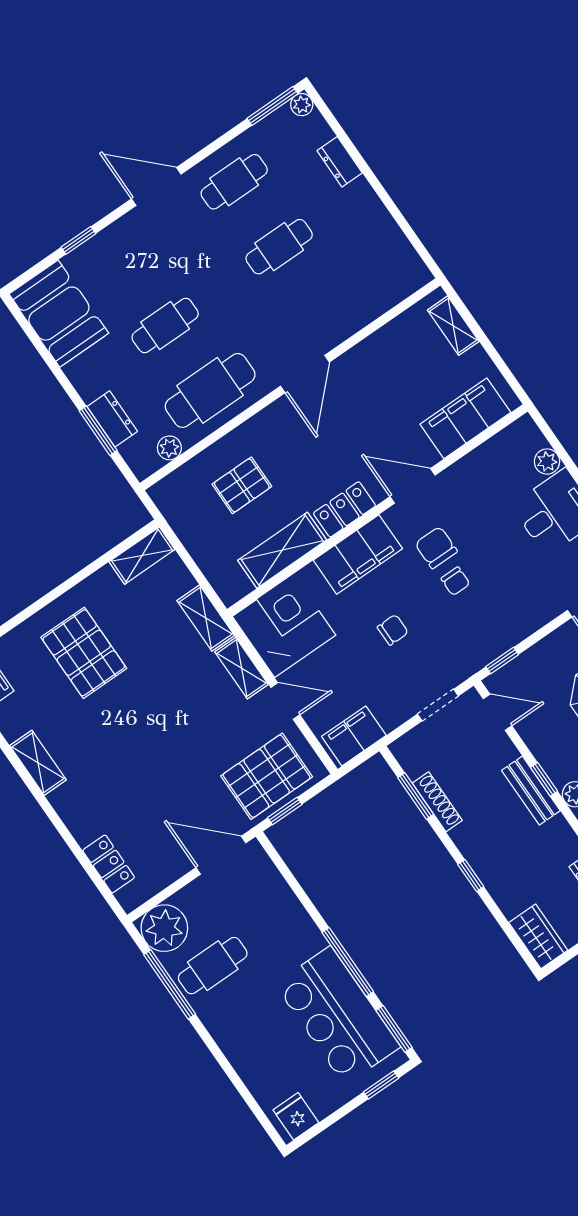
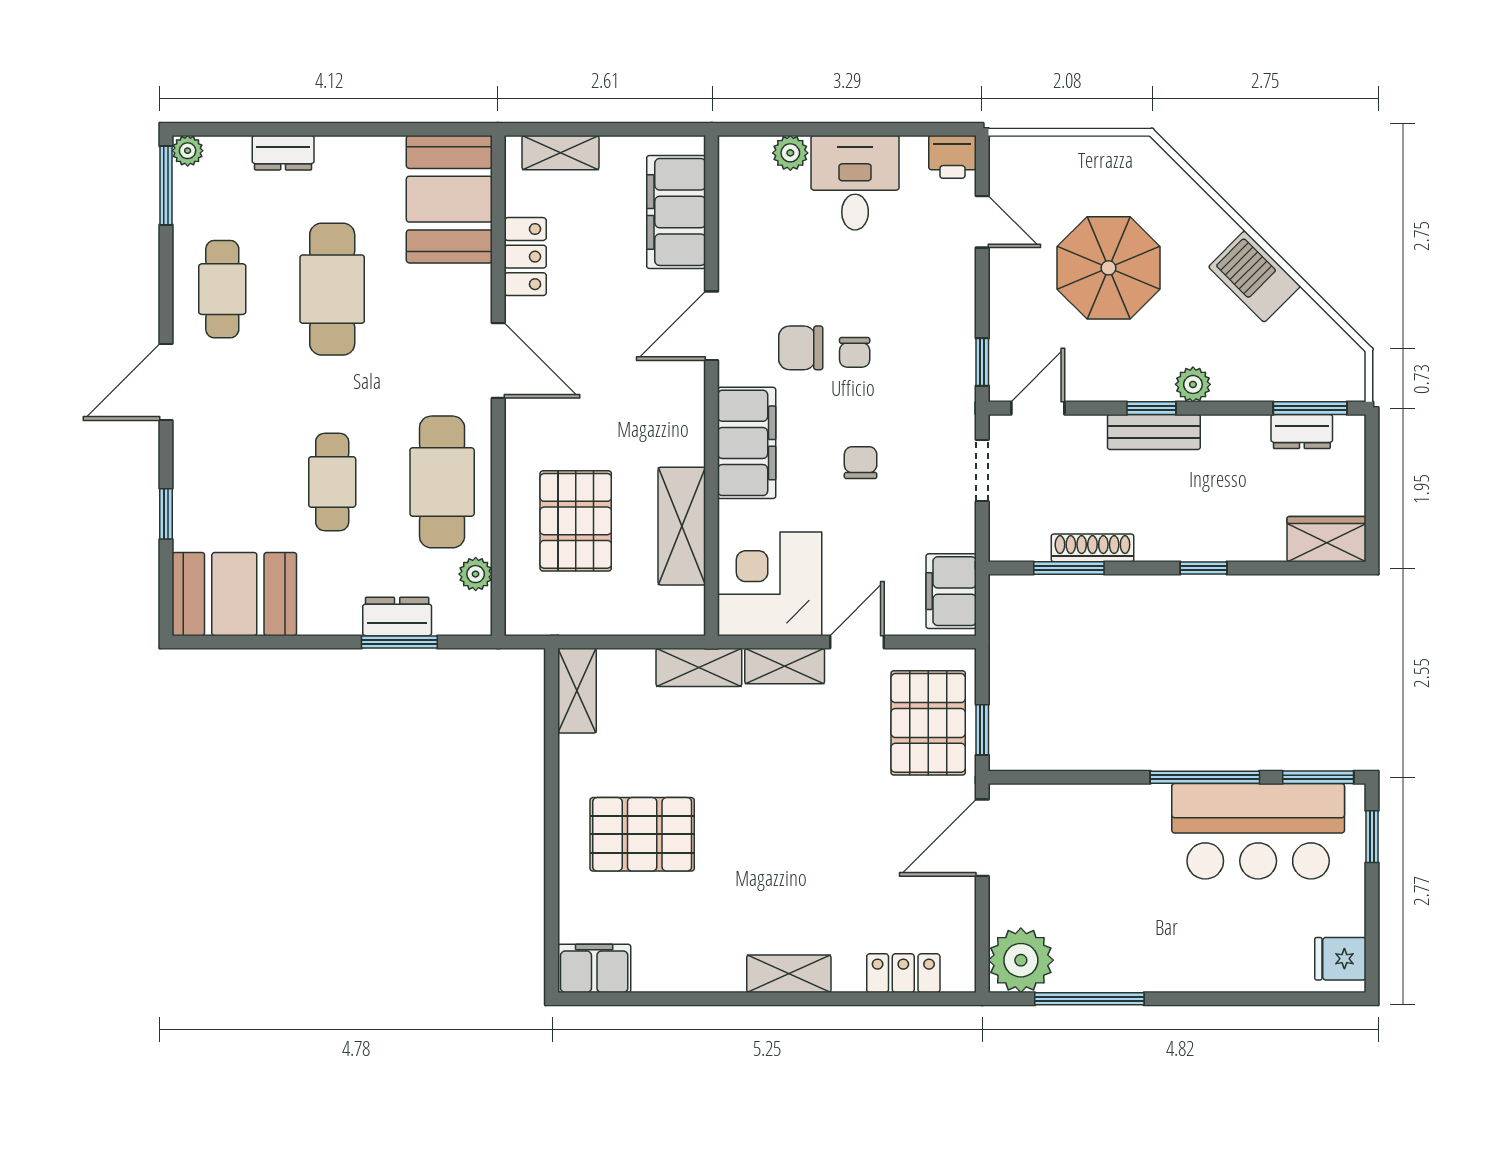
cafe table: (279, 247) -> (332, 289), width x1.37, depth x1.35
booth: (380, 279) -> (449, 199), added
pallet: (242, 485) -> (576, 521), width x1.50, depth x1.42
locker: (344, 509) -> (525, 257), moved, turned 180
chair: (455, 581) -> (855, 352), turned 90
shelving: (38, 763) -> (789, 974), moved
cafe table: (213, 966) -> (1102, 935), removed

